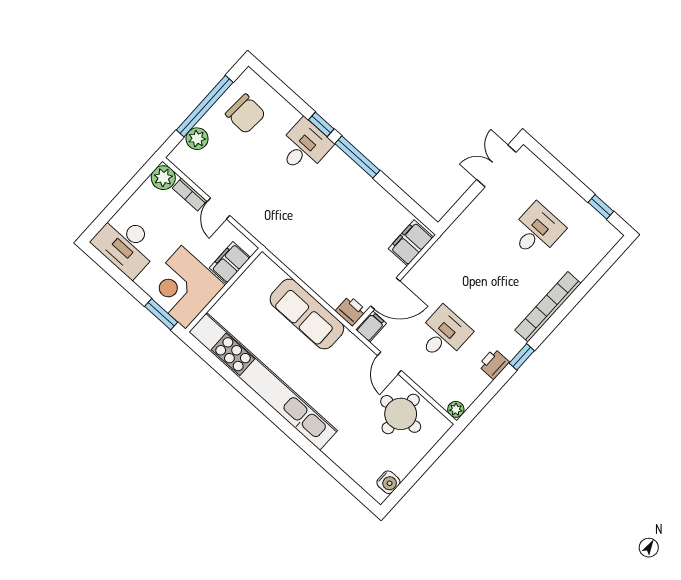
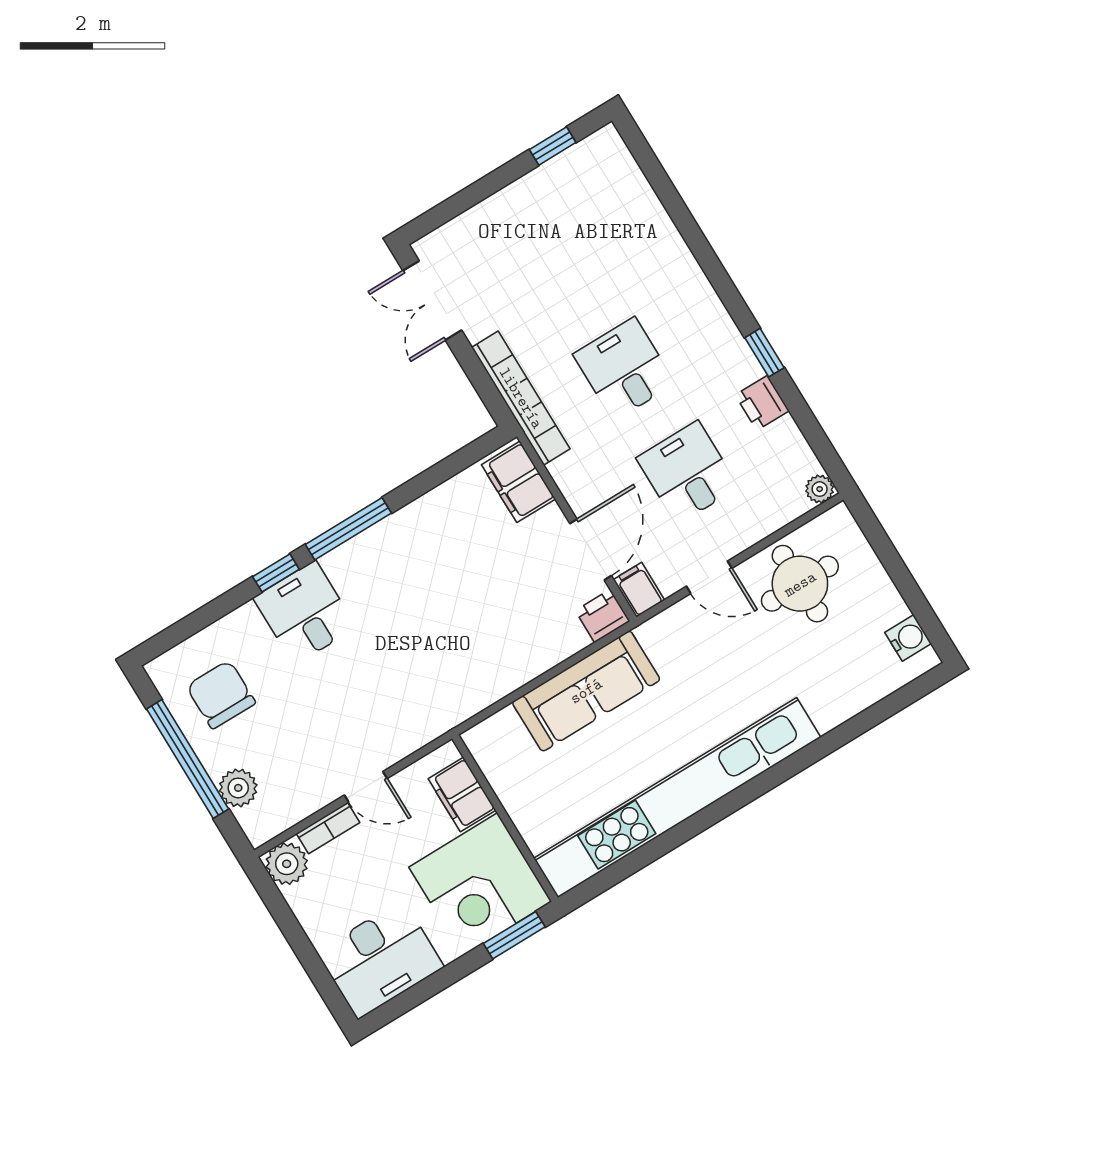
chair: (246, 114) -> (221, 695), turned -93
desk: (537, 231) -> (624, 369), moved
bookcase: (548, 307) -> (521, 398), moved, turned 180

